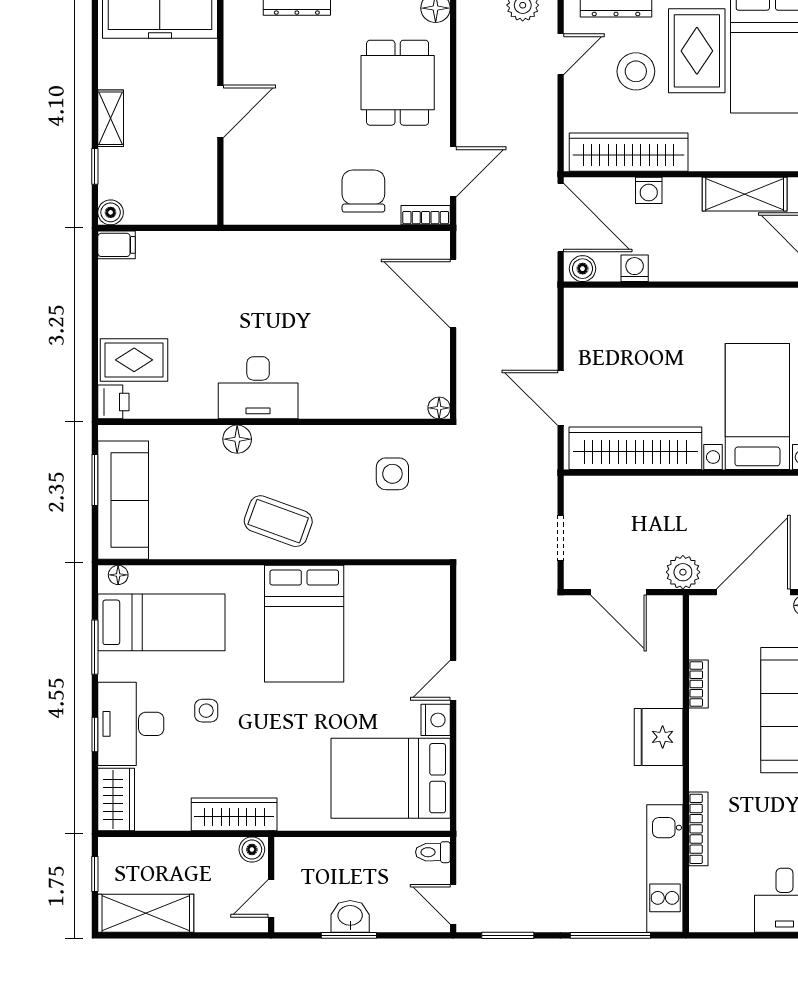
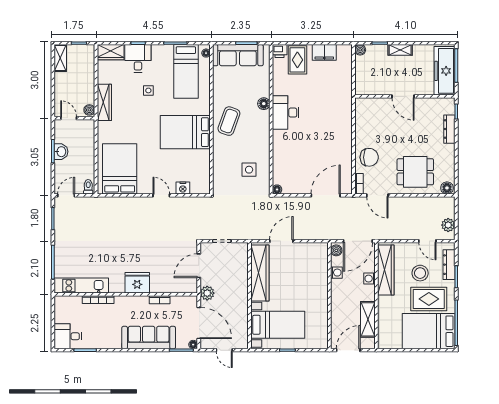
filing cabinet: (117, 245) -> (324, 52), moved, width x2.00
nightstand: (436, 720) -> (183, 188), moved
desk: (131, 724) -> (138, 58), width x0.73
shelving: (146, 913) -> (60, 58), width x0.67, depth x0.75

